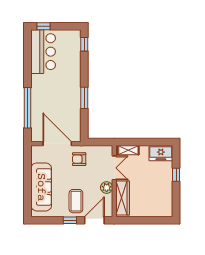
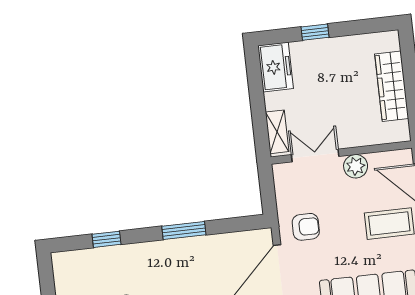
window: (84, 44) -> (106, 239), moved
armchair: (79, 159) -> (306, 227), turned -90
wardrobe: (123, 198) -> (392, 86), moved, turned -90

